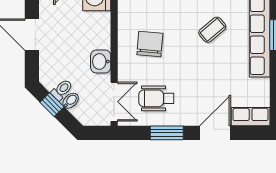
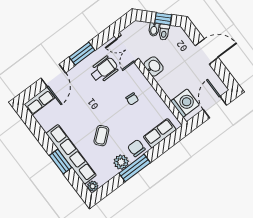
chair: (150, 44) -> (132, 99), width x0.54, depth x0.54

